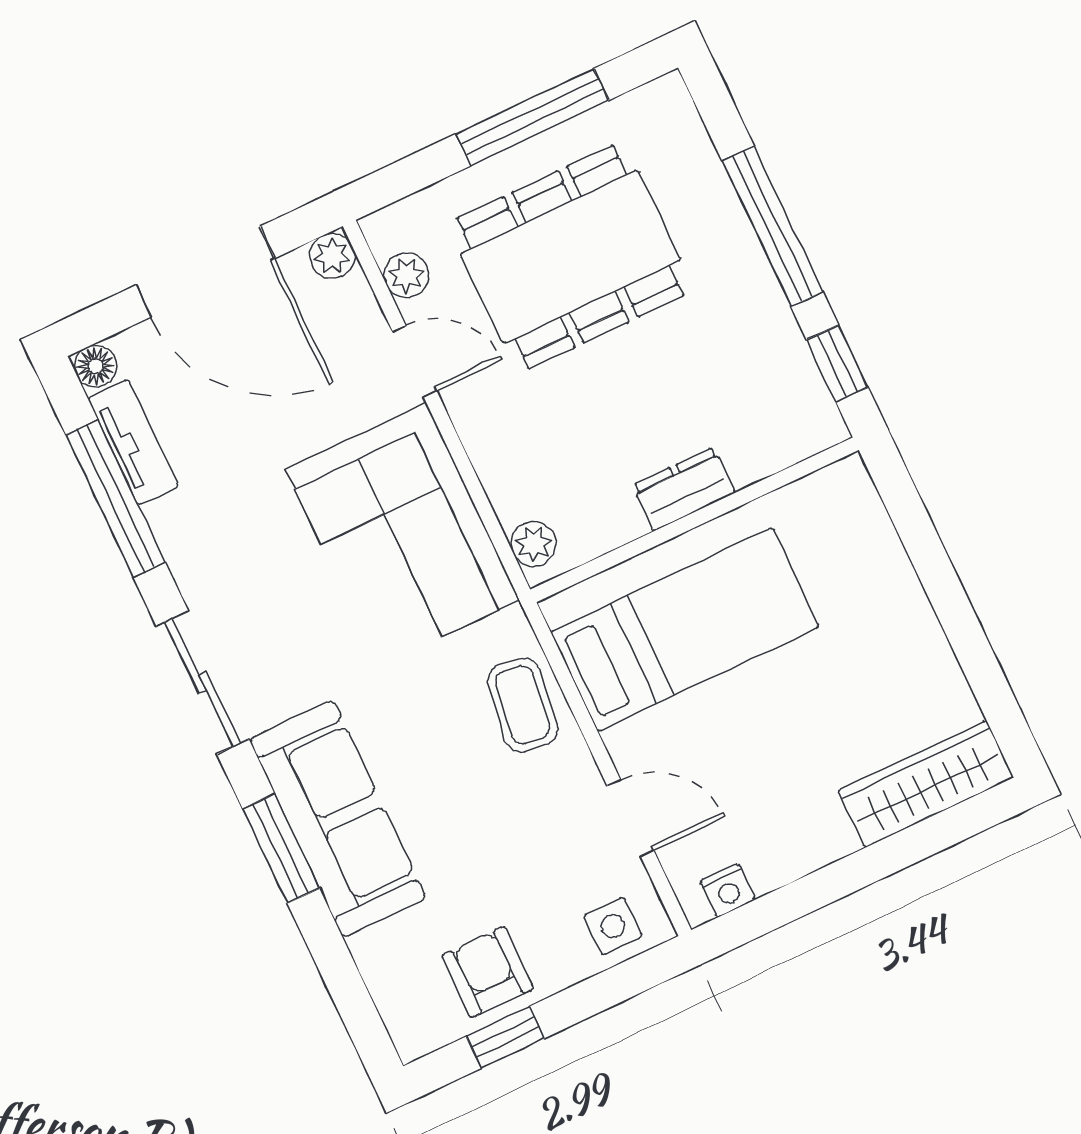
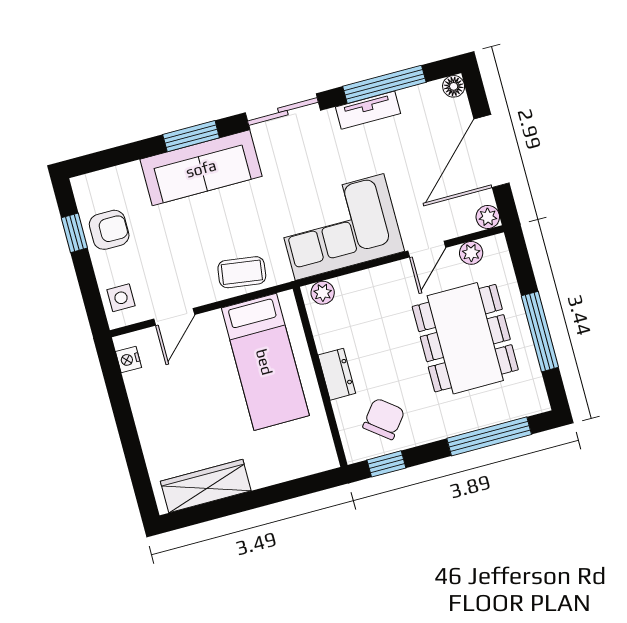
window: (772, 226) -> (489, 436), moved
chair: (752, 384) -> (384, 419), added
tv unit: (133, 442) -> (368, 110), moved
wardrobe: (926, 784) -> (206, 486), moved, turned -90

